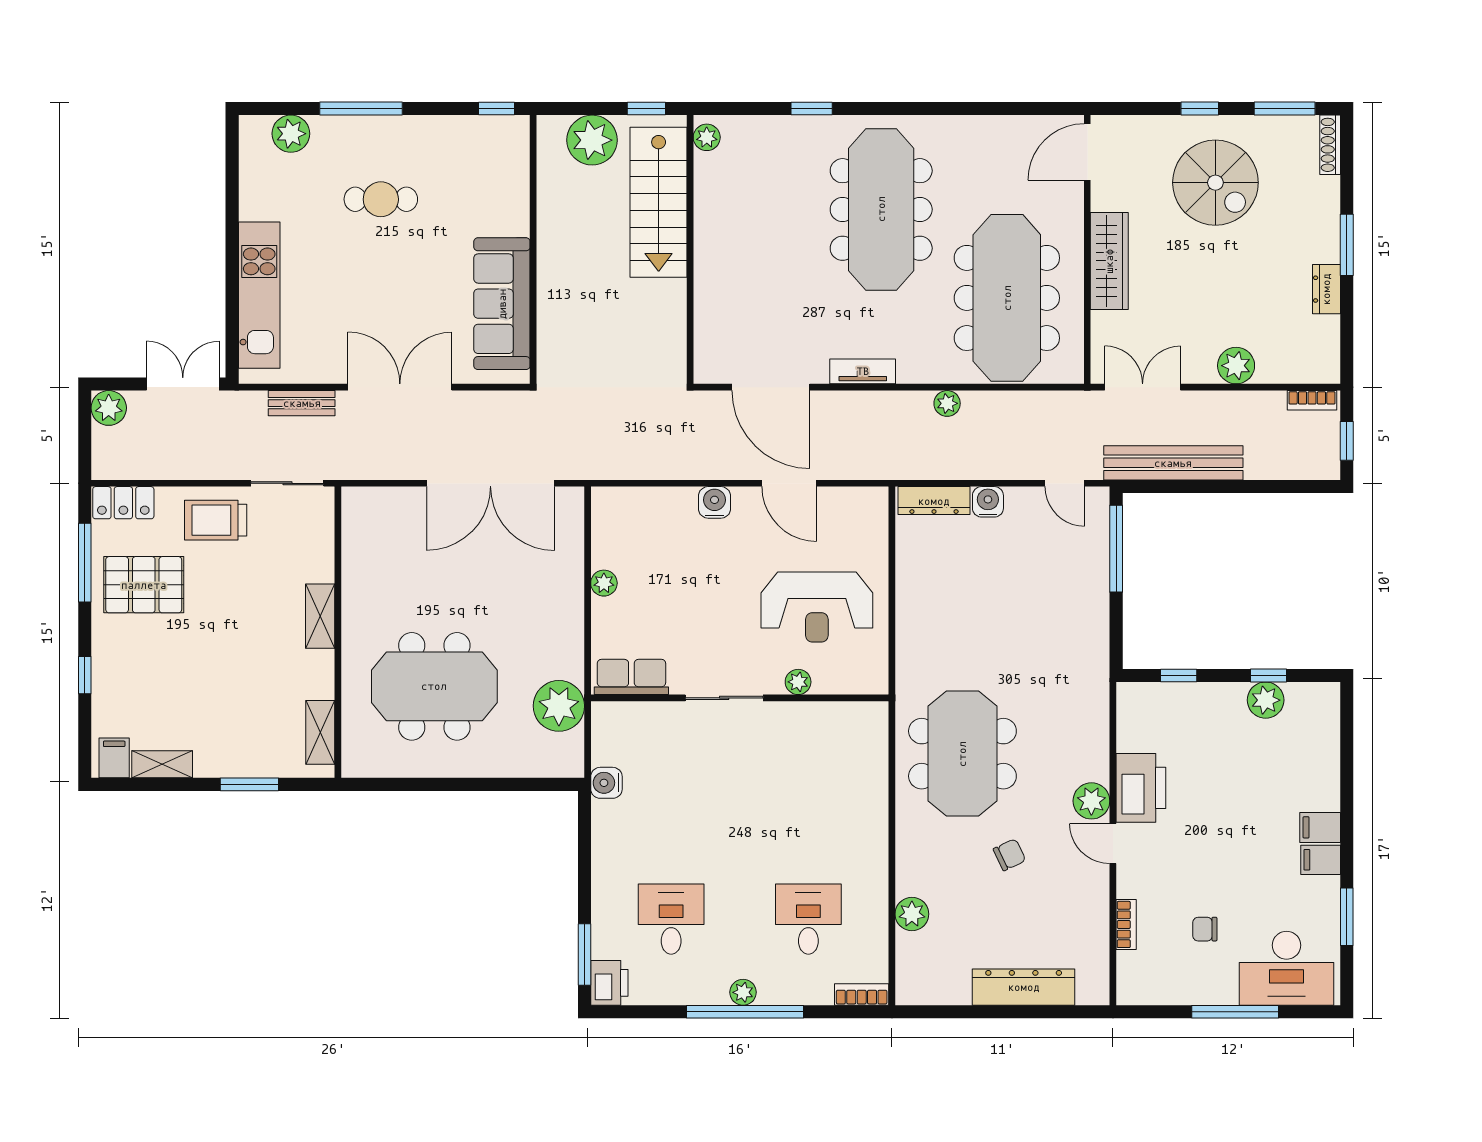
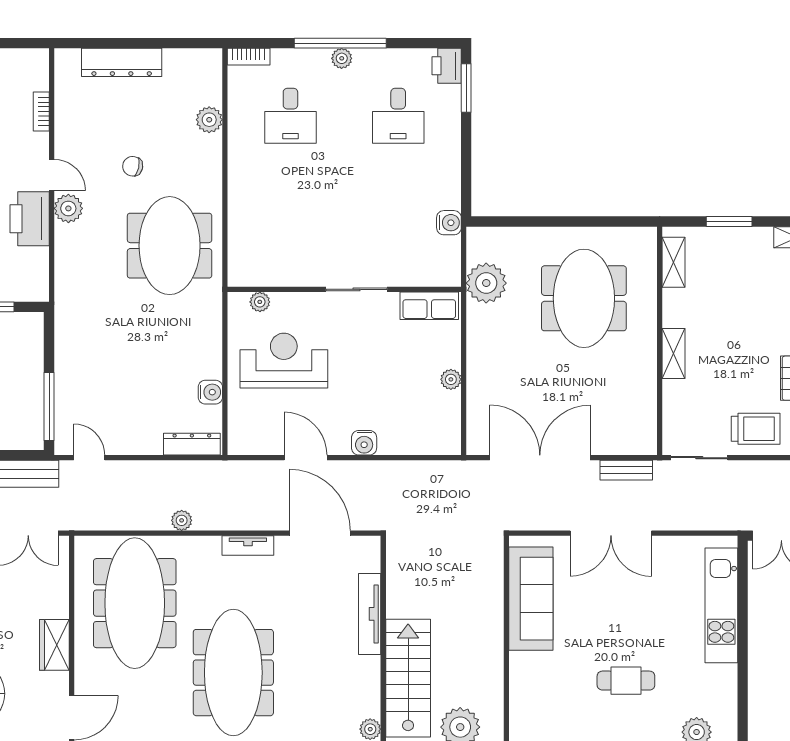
wardrobe: (1109, 261) -> (54, 645), width x0.67
tv unit: (707, 284) -> (370, 614), added
bench: (302, 403) -> (626, 470), moved
water cooler: (988, 502) -> (210, 392), moved, turned -90
plant: (798, 682) -> (260, 302), moved
meeting table: (434, 686) -> (584, 298), turned 90
chair: (1009, 855) -> (133, 166), turned 37

